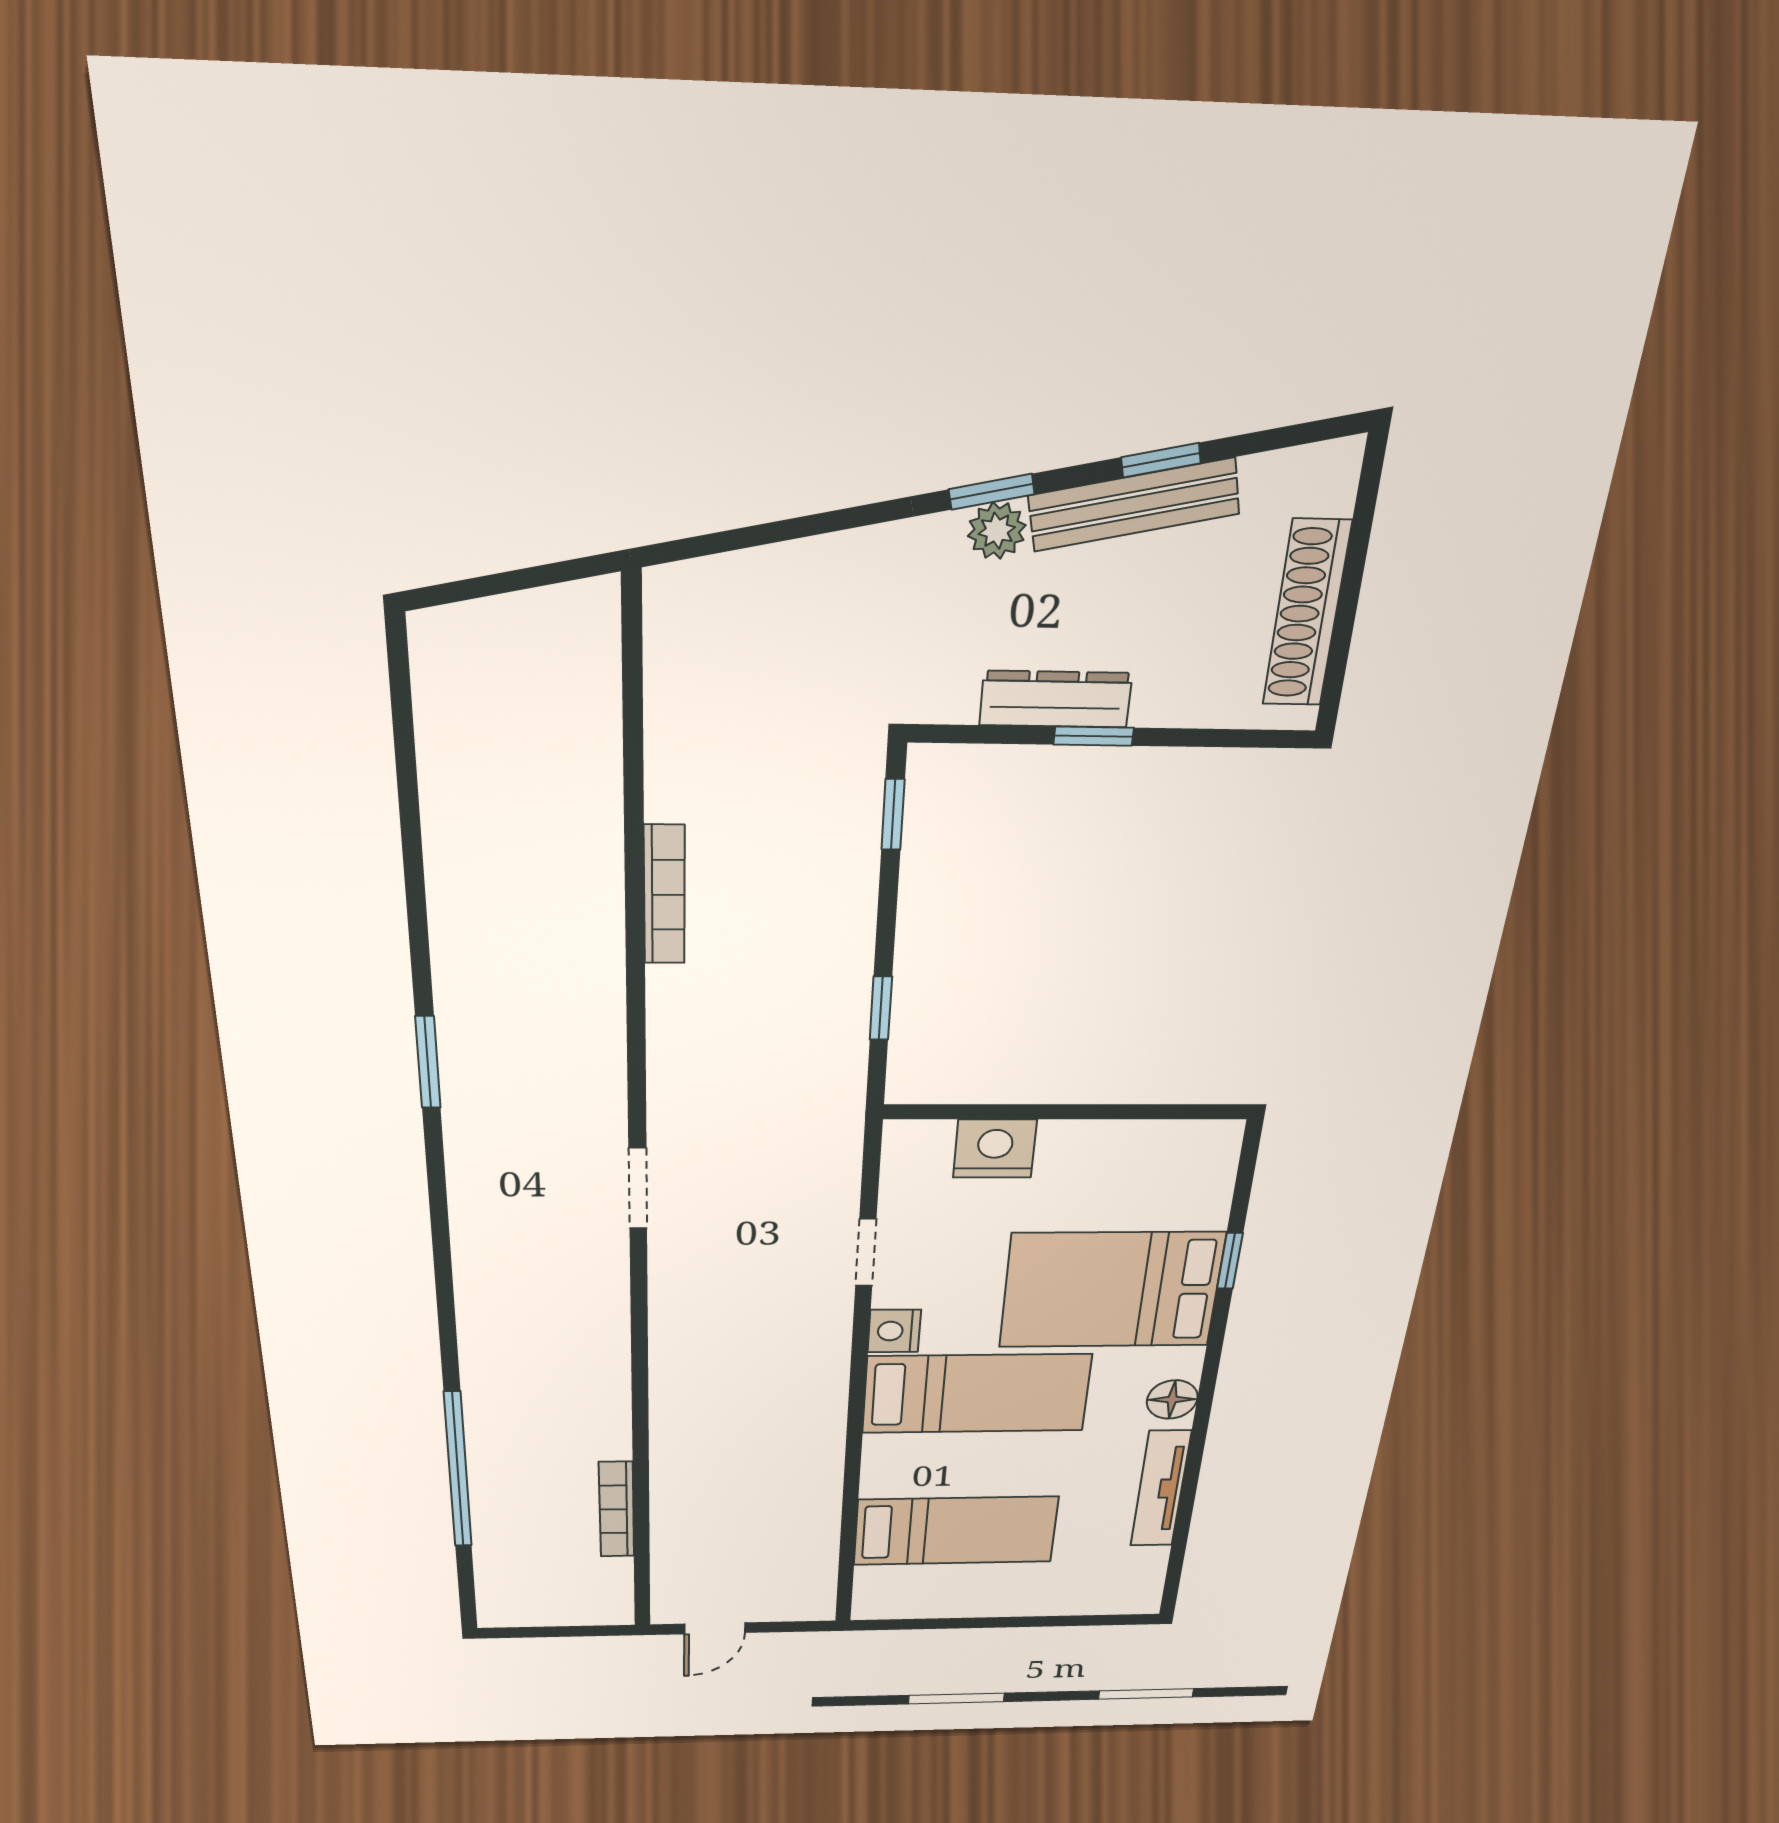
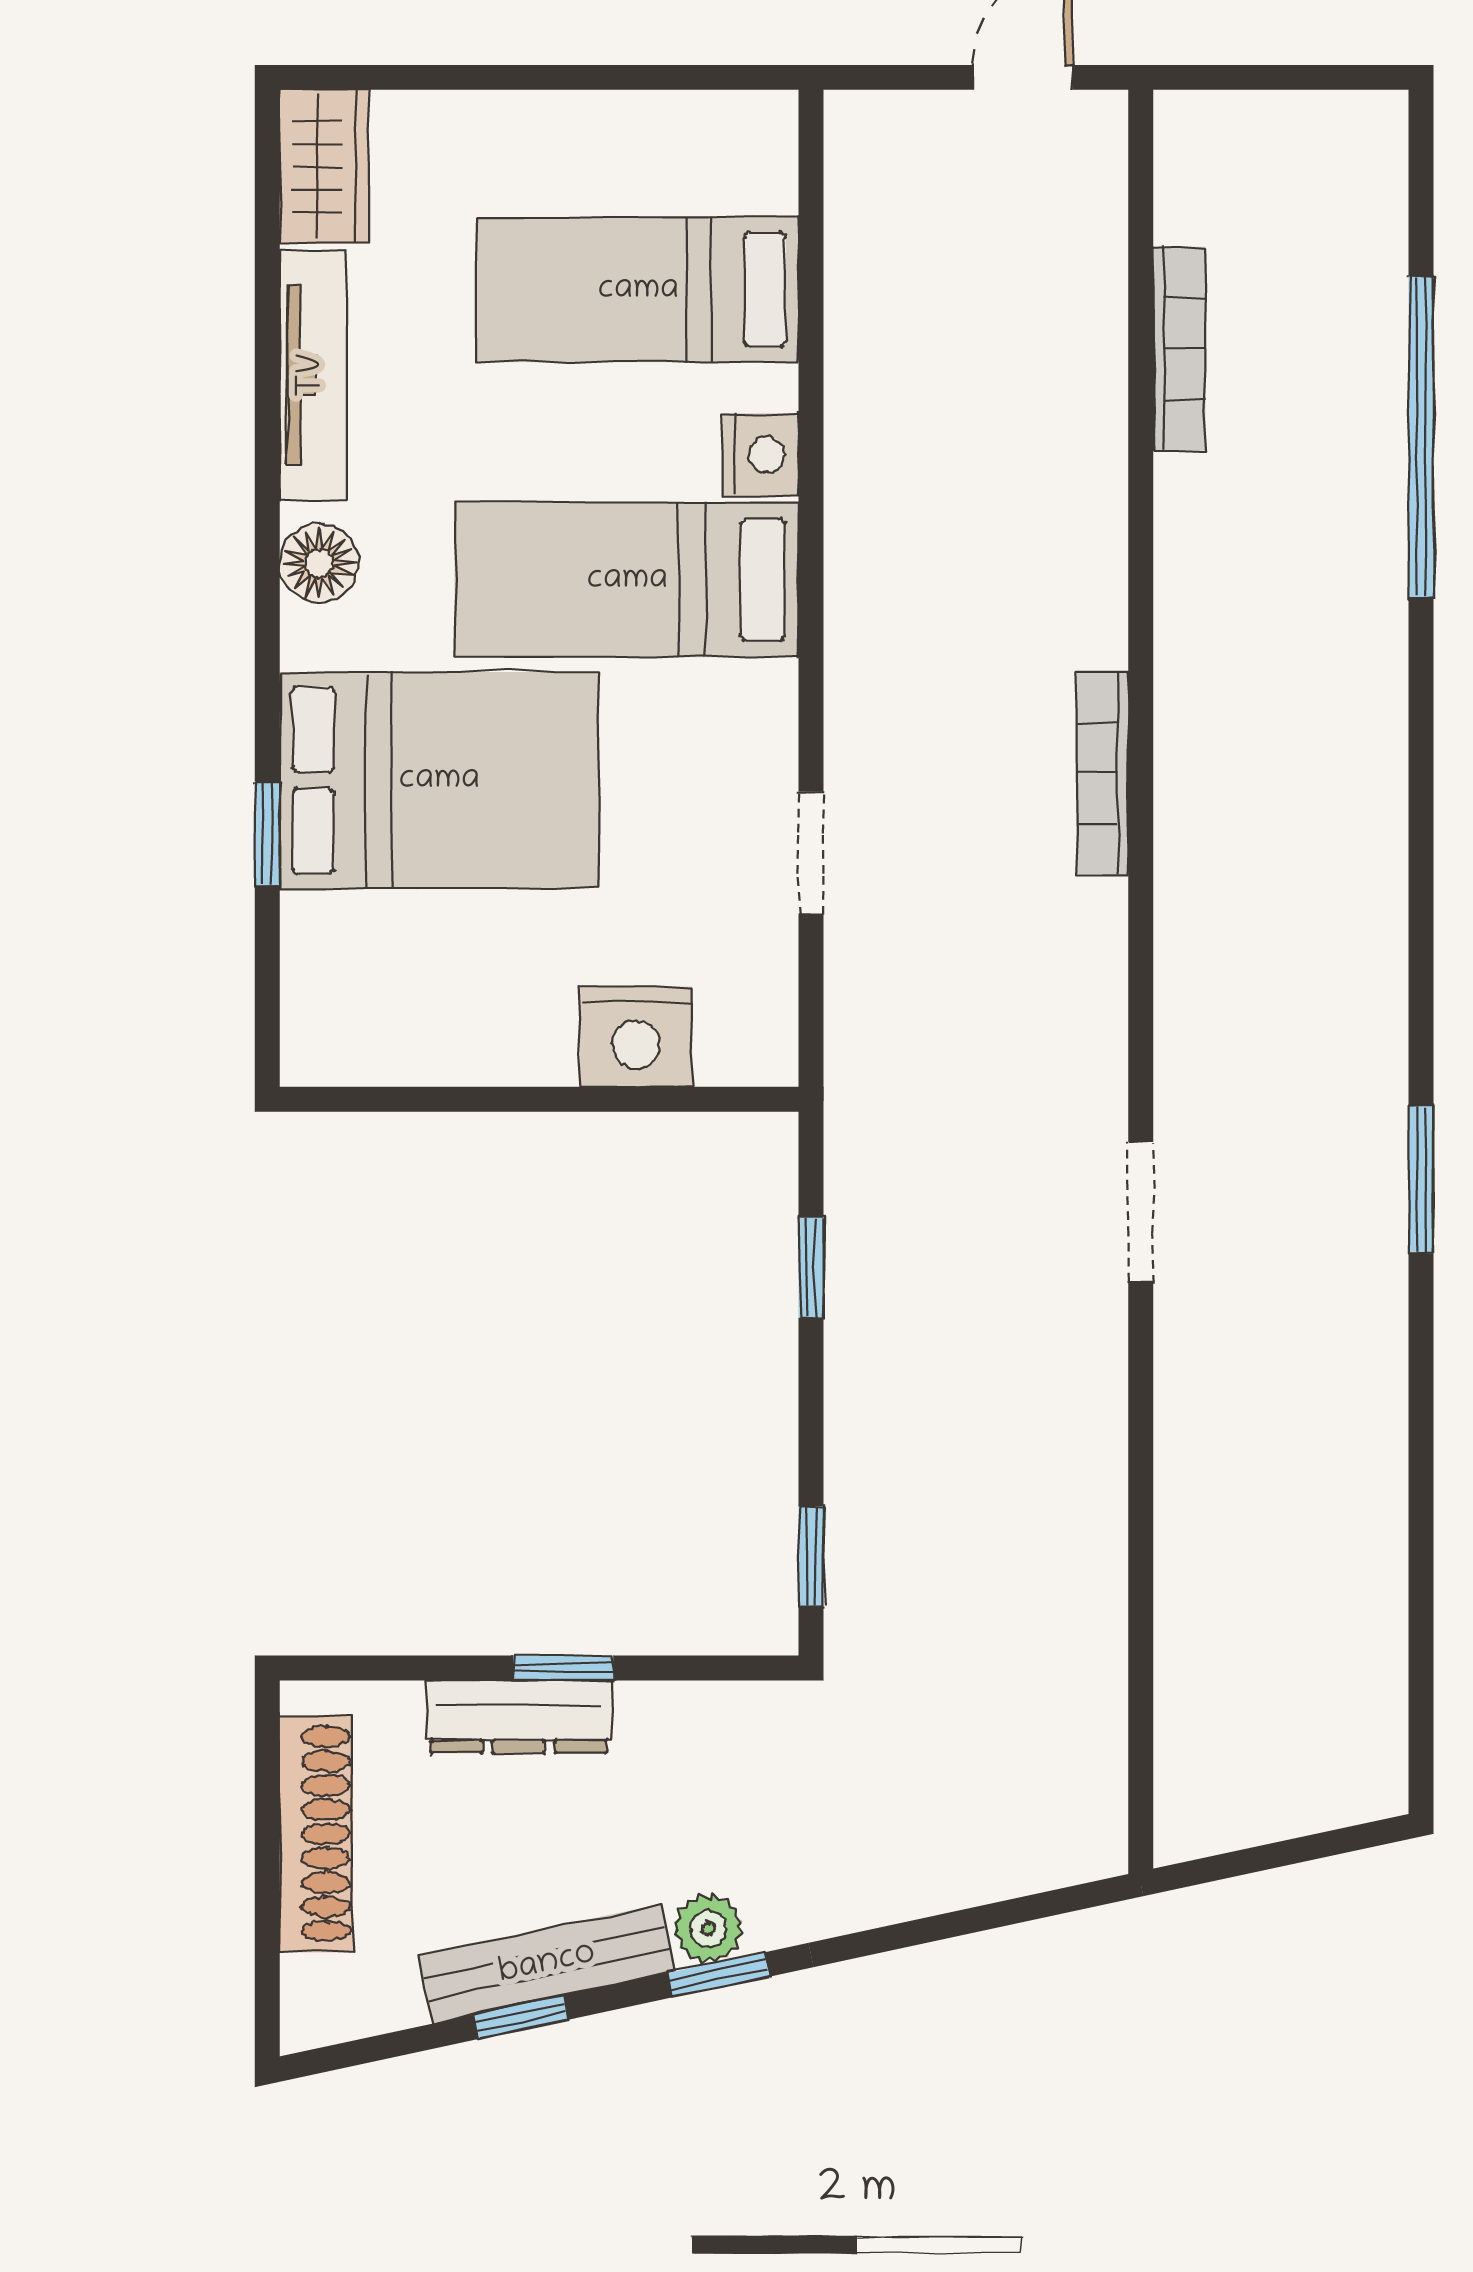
dresser: (1056, 699) -> (519, 1717), moved
bookcase: (664, 895) -> (1102, 773), moved
doorway: (638, 1189) -> (1141, 1212), moved
nightstand: (894, 1331) -> (761, 455), moved
wardrobe: (1139, 1582) -> (324, 167), added

